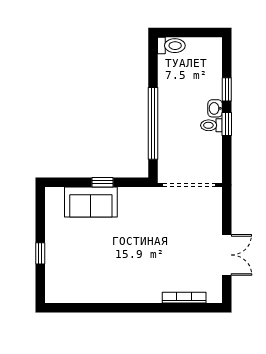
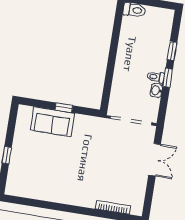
washbasin: (215, 108) -> (156, 90), moved
window: (153, 123) -> (110, 68), removed
double door: (227, 255) -> (155, 160), moved

